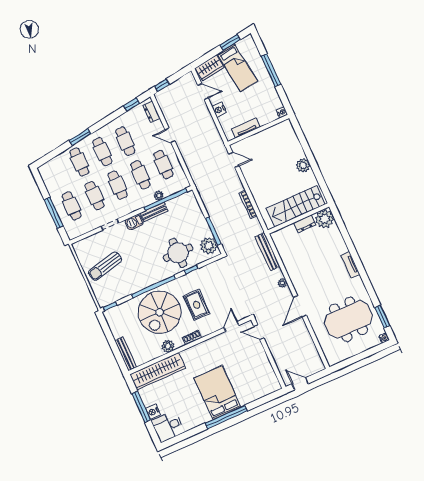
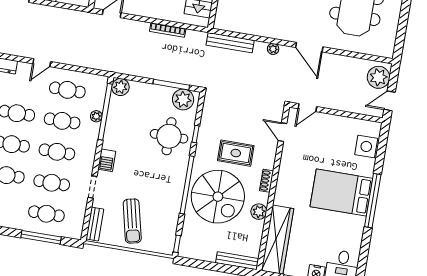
plant: (189, 198) -> (120, 87), added
bench: (154, 212) -> (95, 224), moved
plant: (311, 366) -> (378, 77), added
side table: (259, 389) -> (366, 146), added

